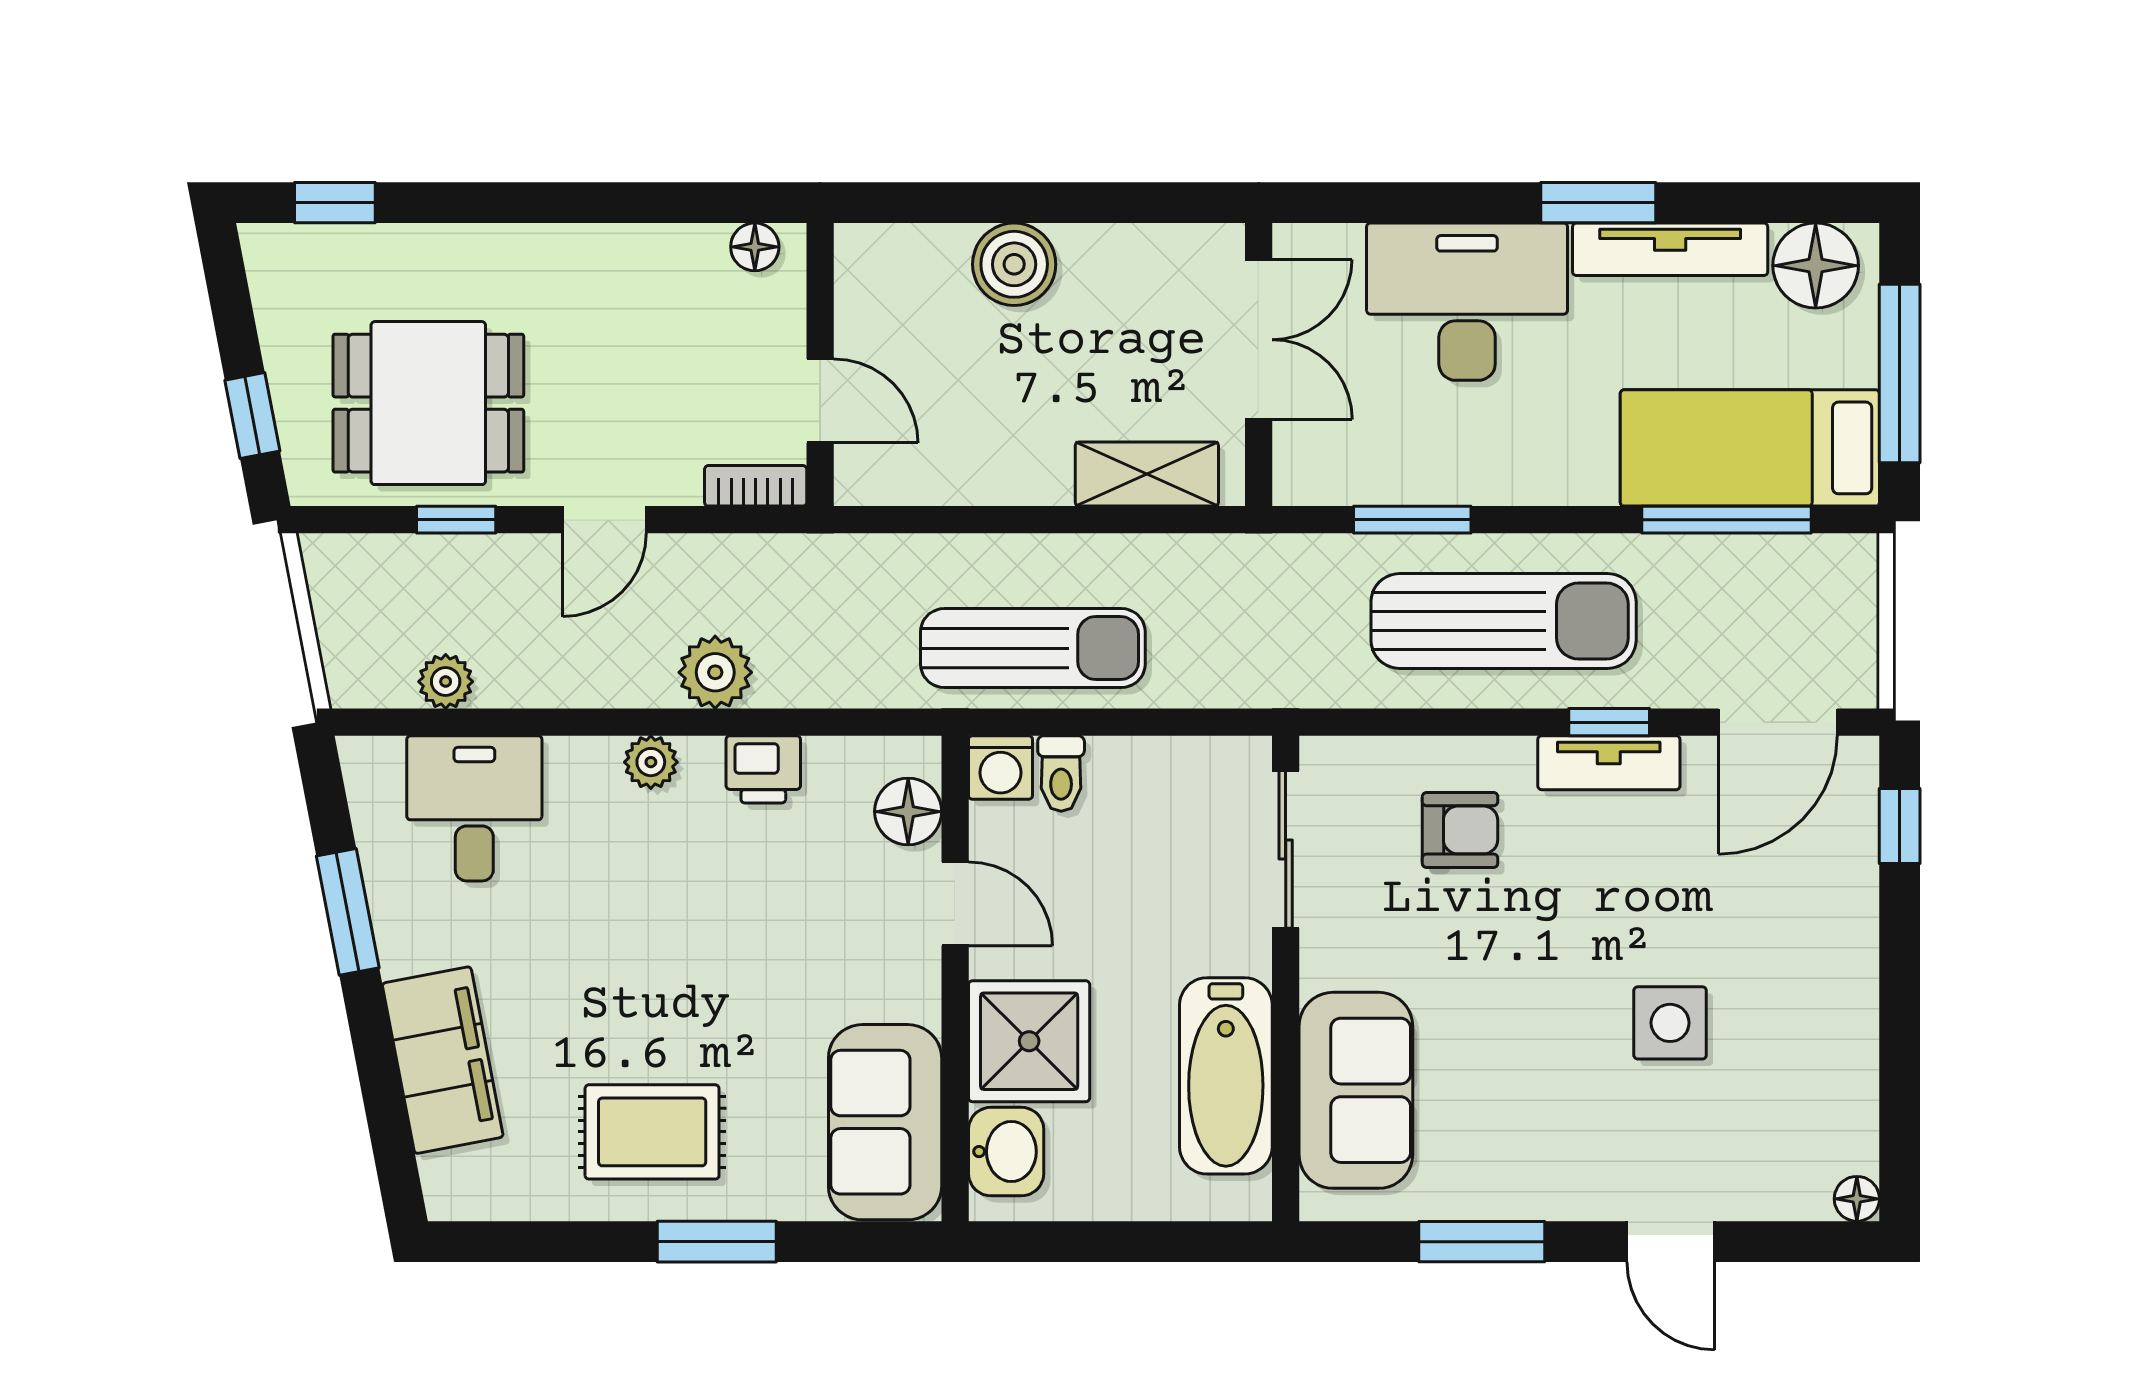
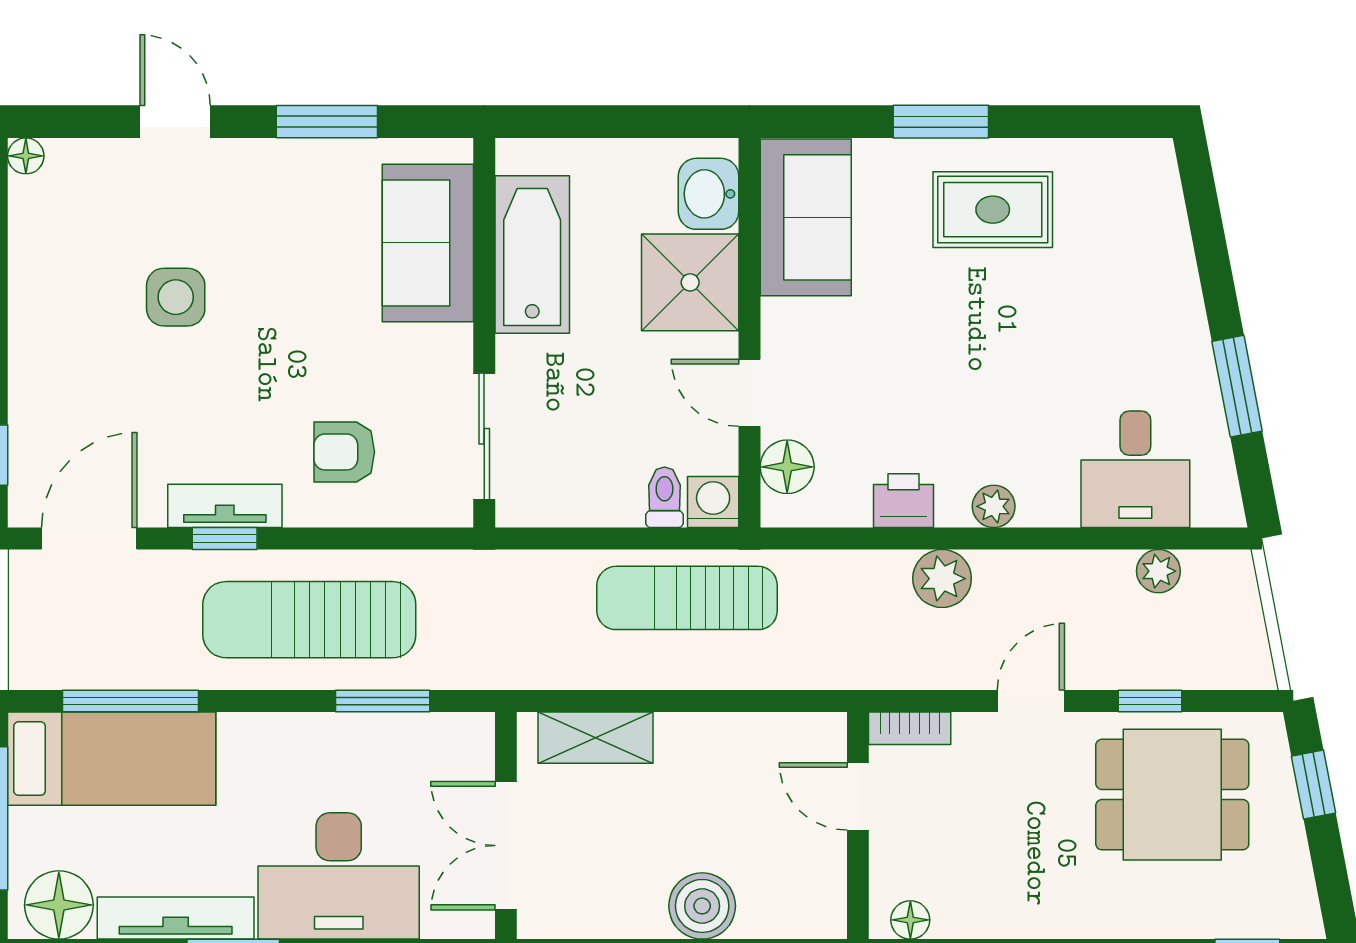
filing cabinet: (443, 1060) -> (1161, 267), removed

